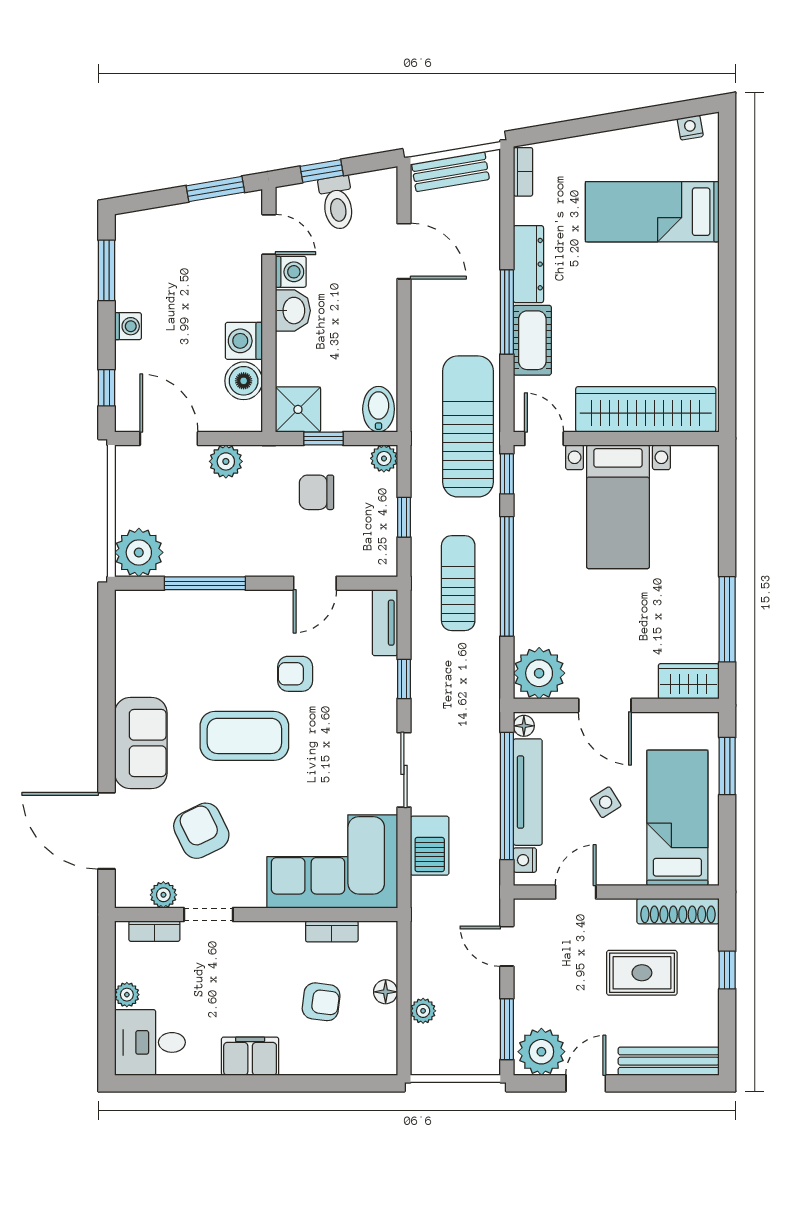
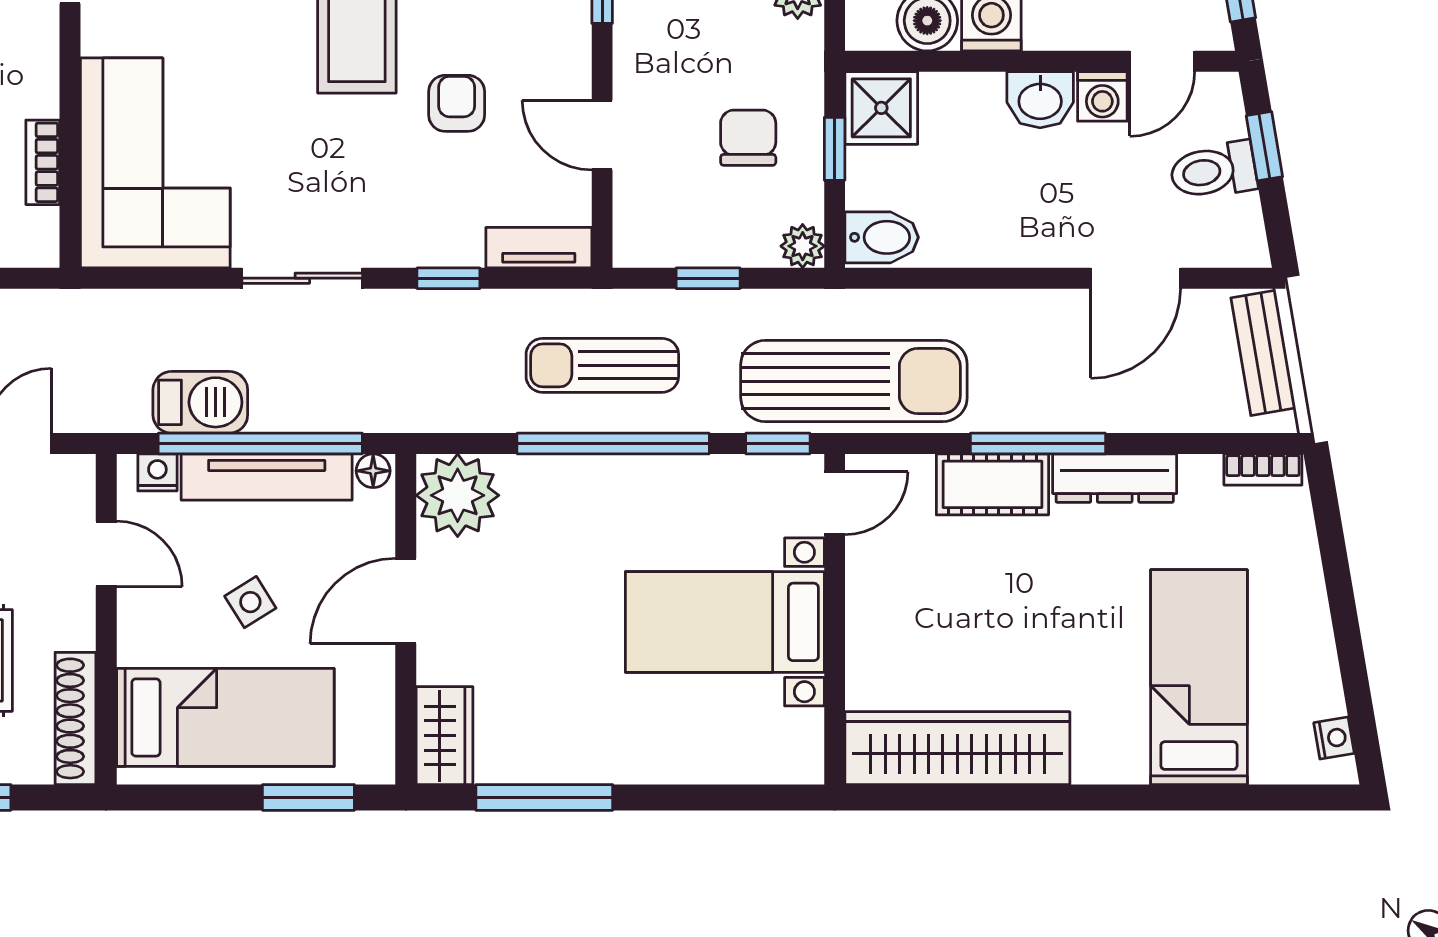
wardrobe: (646, 409) -> (957, 748), moved, turned -90
sun lounger: (458, 583) -> (602, 365), turned 180
barbecue: (430, 846) -> (200, 402), moved, turned 180

